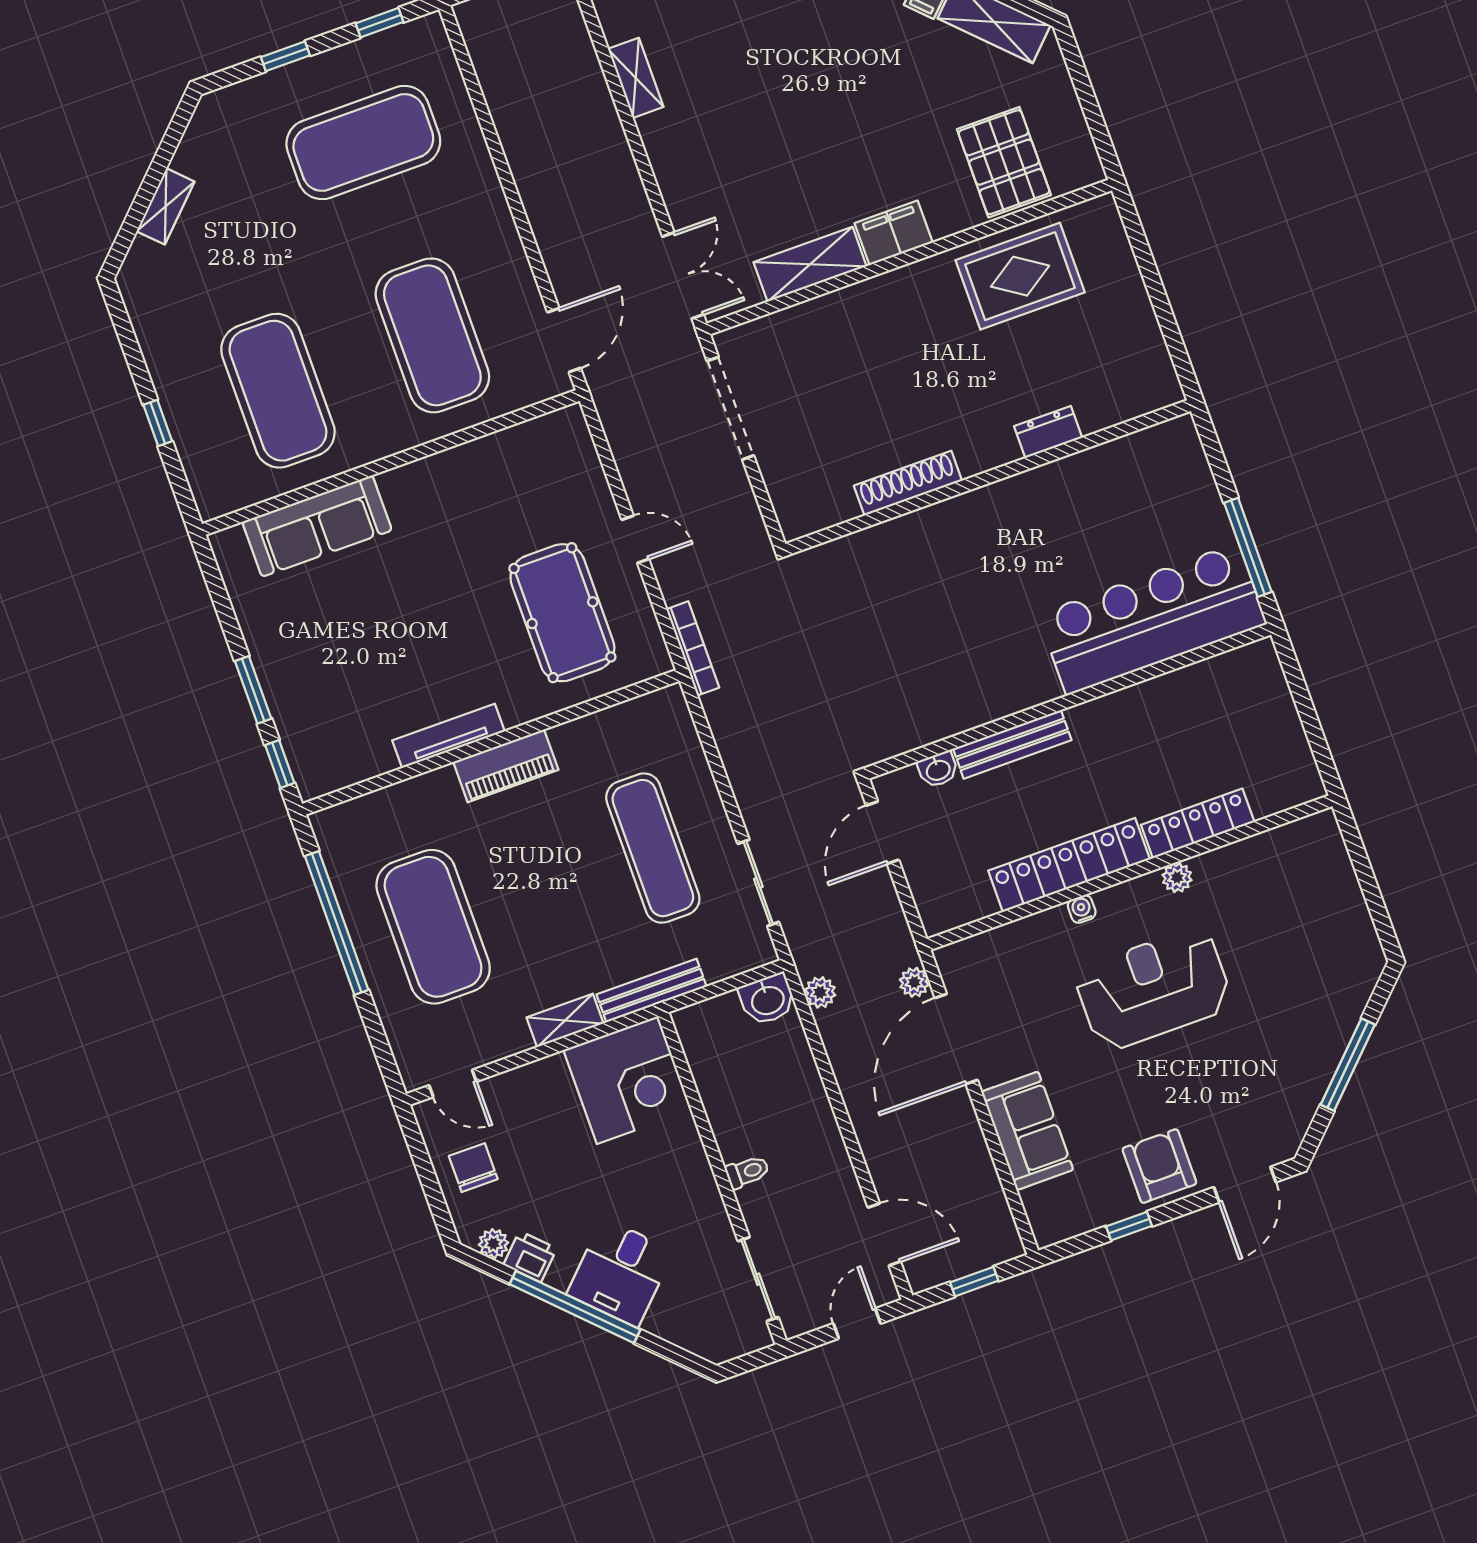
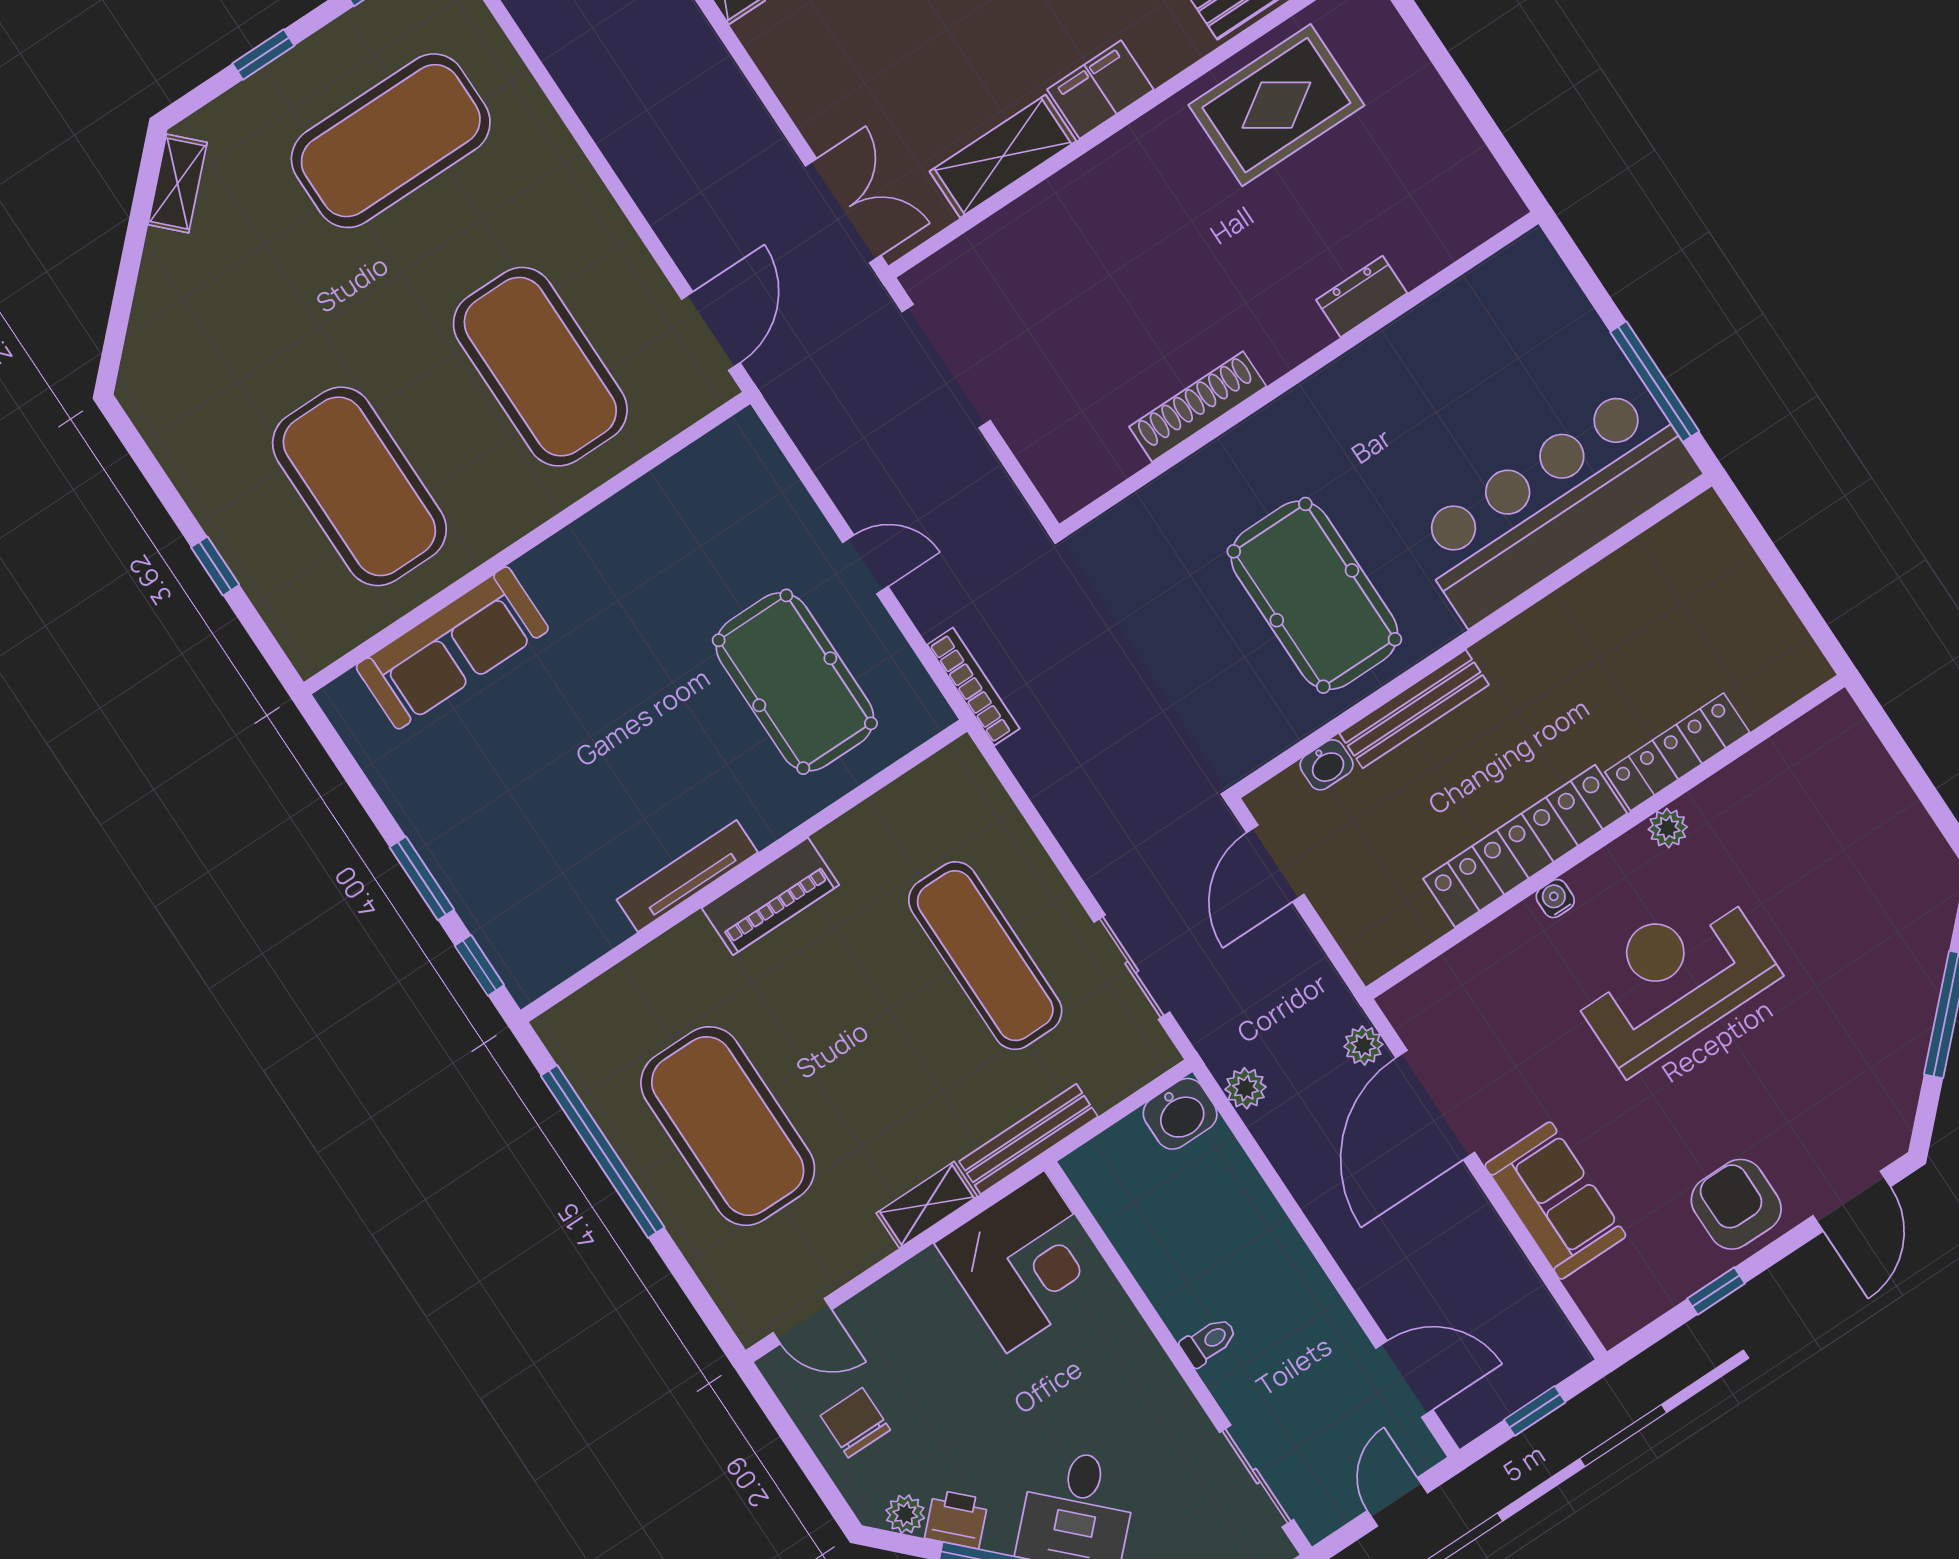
shelving: (166, 206) -> (178, 184), moved
pool table: (959, 643) -> (1314, 595), added

